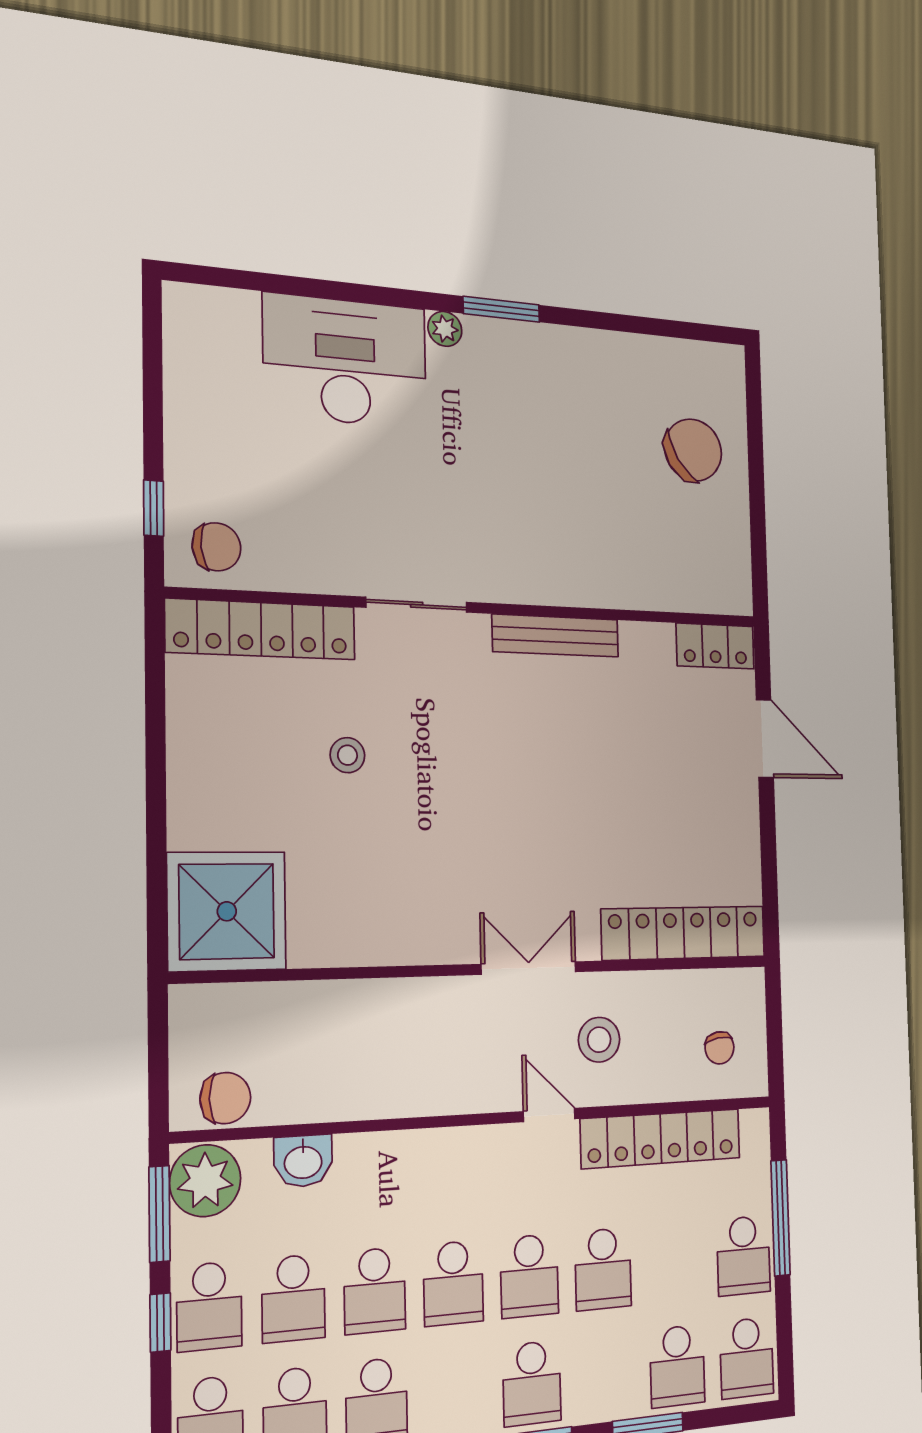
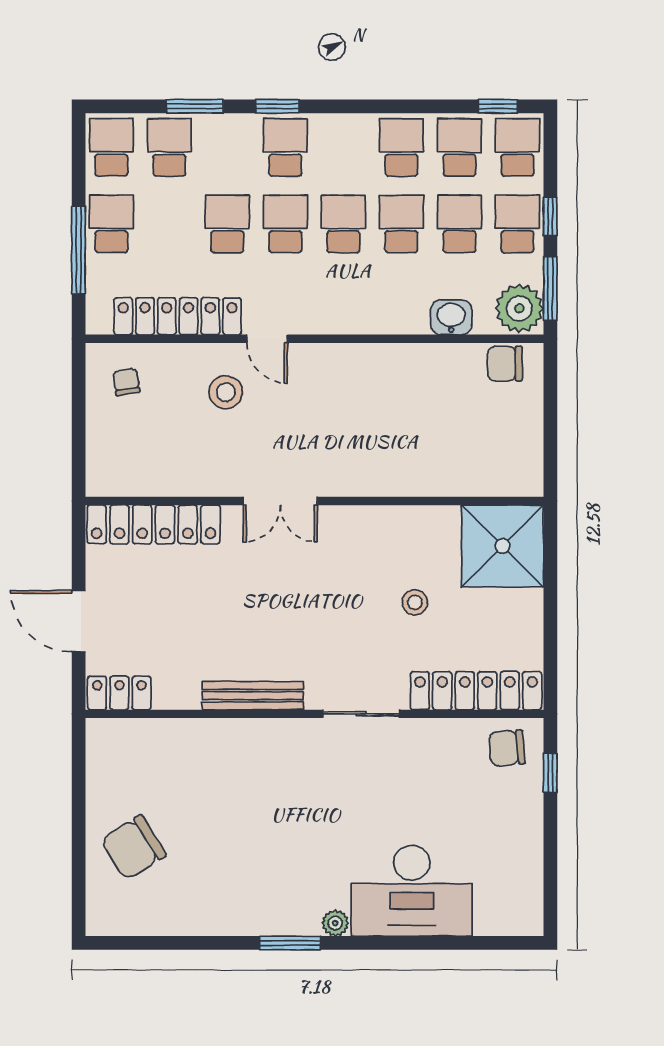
shower: (227, 911) -> (503, 546), moved
locker: (684, 933) -> (154, 524), moved
double door: (529, 968) -> (280, 501), moved
wall: (485, 969) -> (314, 501), moved

